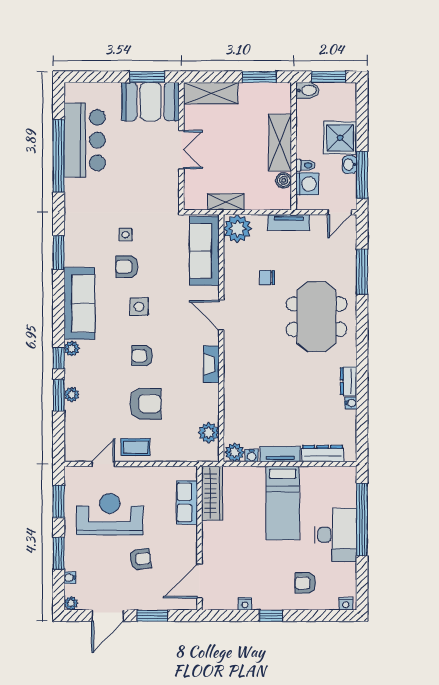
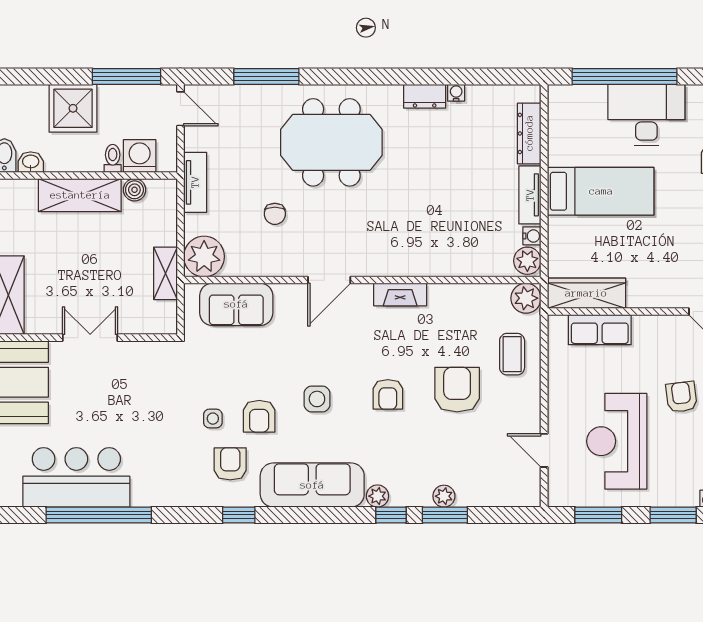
washbasin: (350, 165) -> (31, 162), moved, turned 180
armchair: (94, 247) -> (230, 464), added
sofa: (204, 251) -> (236, 304), width x0.73
window: (59, 253) -> (239, 515), width x0.67
plant: (209, 433) -> (526, 298), moved
coffee table: (136, 447) -> (512, 354), moved

